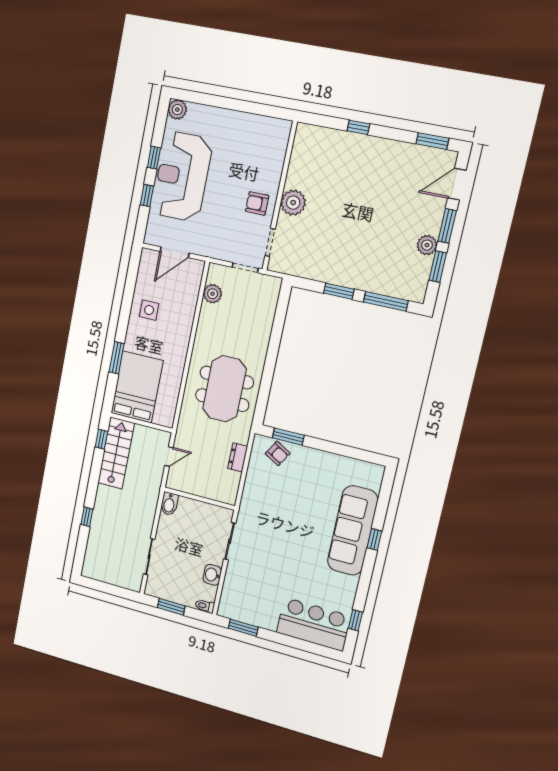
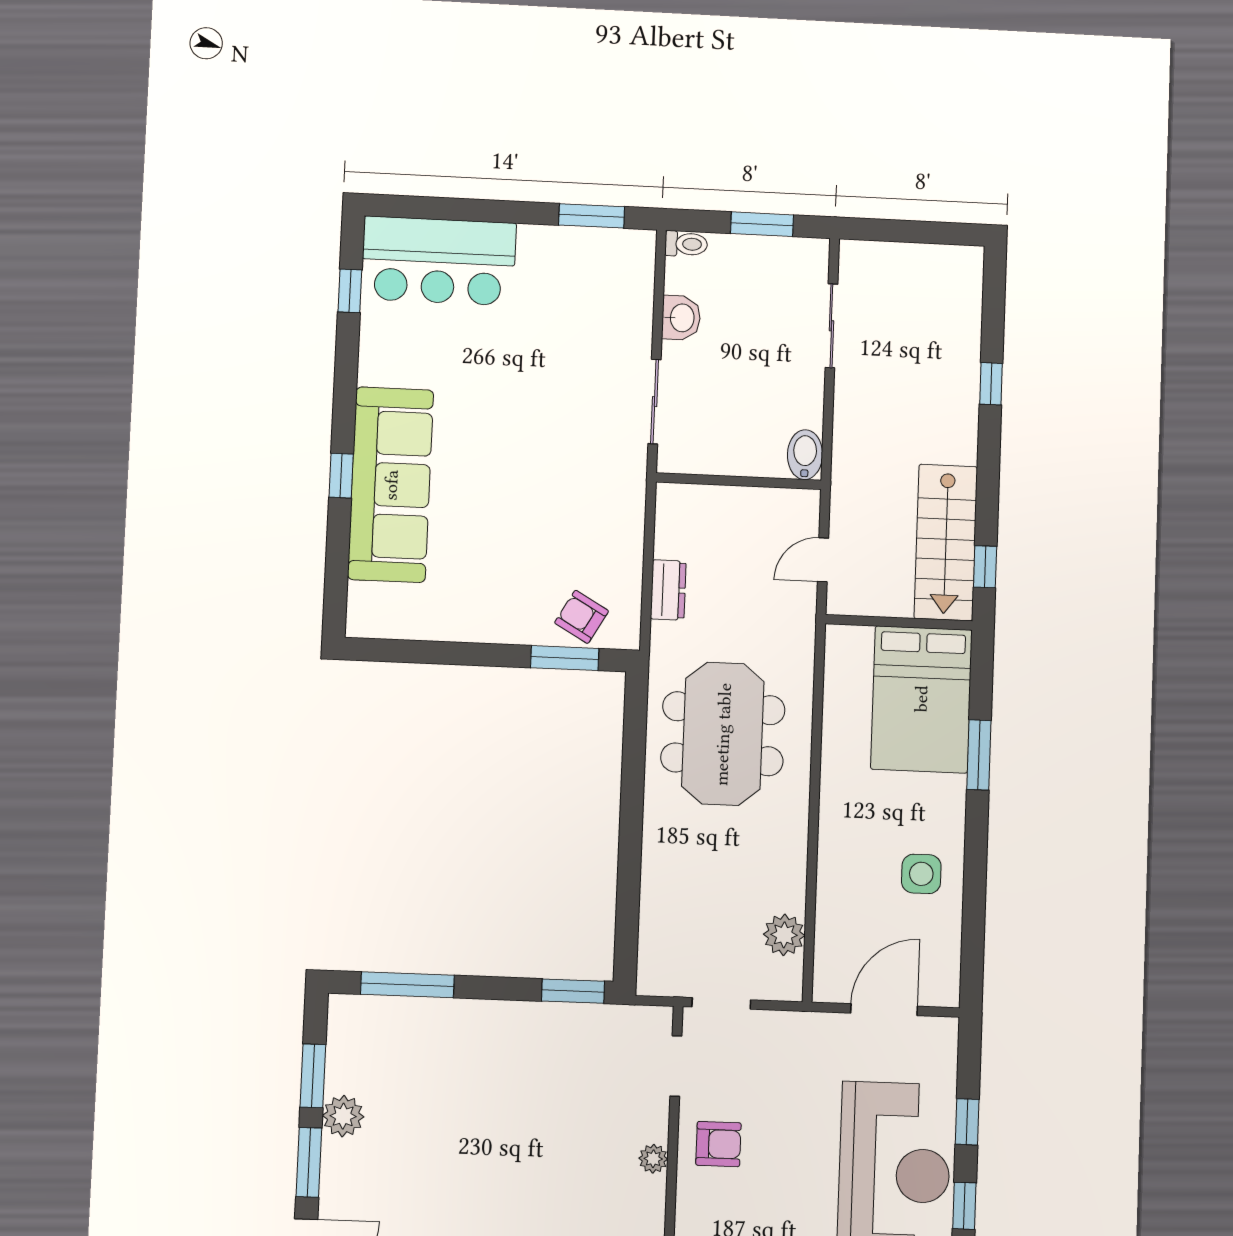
plant: (293, 203) -> (653, 1159), width x0.53, depth x0.53
window: (339, 291) -> (573, 991), moved

